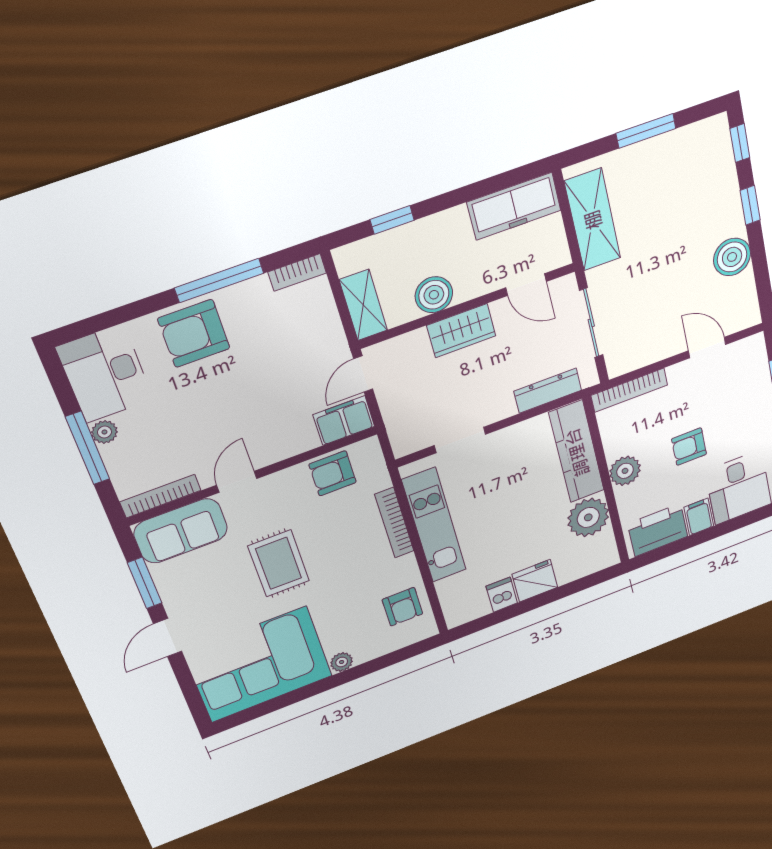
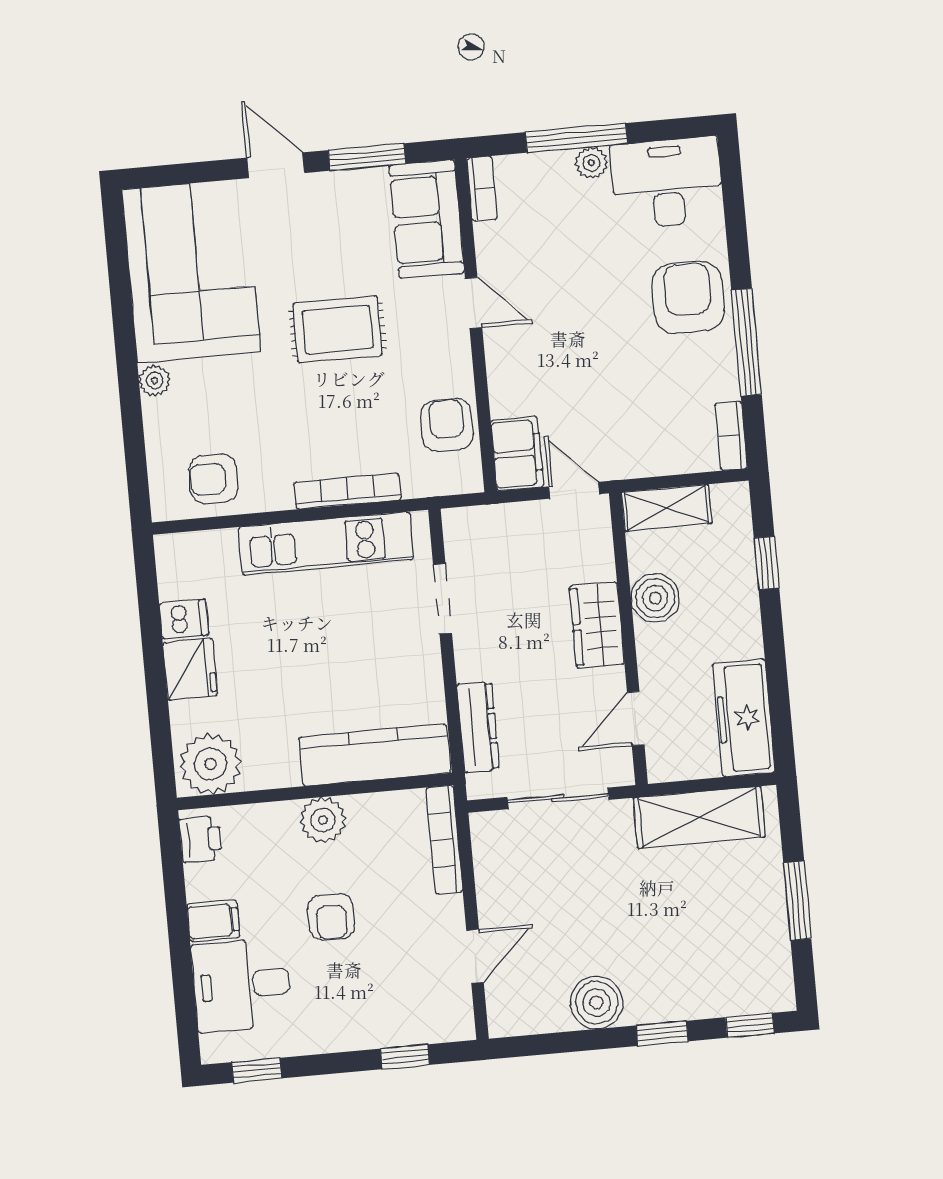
armchair: (689, 447) -> (331, 917), turned 180
bookcase: (160, 496) -> (482, 189), width x0.64
plant: (588, 517) -> (210, 764), moved
printer: (658, 530) -> (201, 839), width x0.53, depth x0.68

